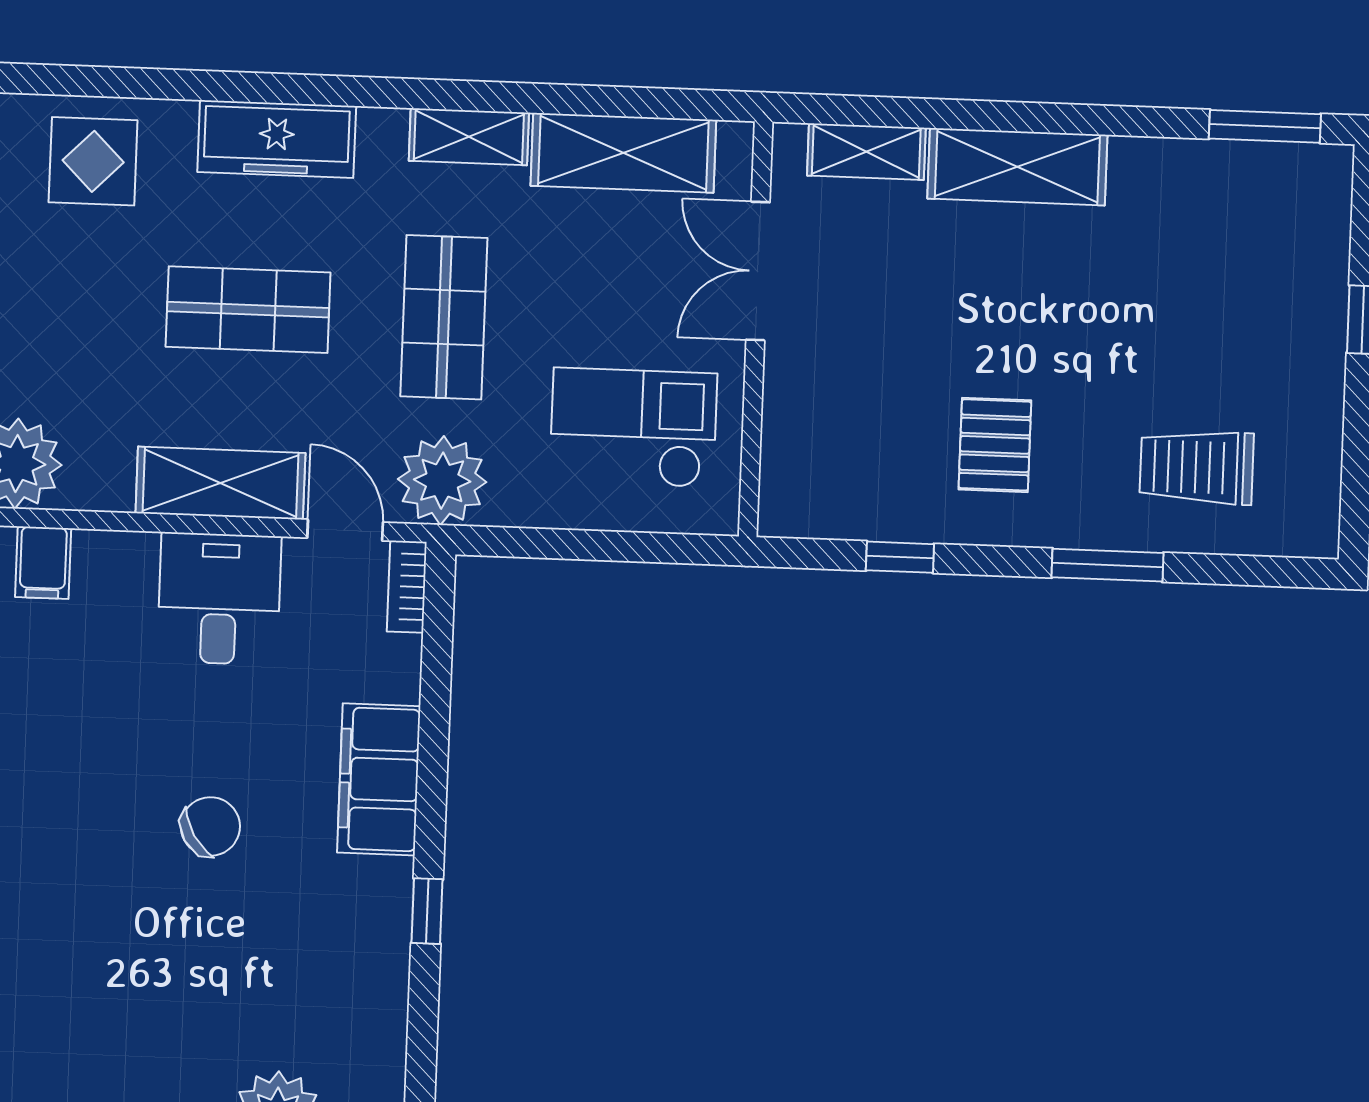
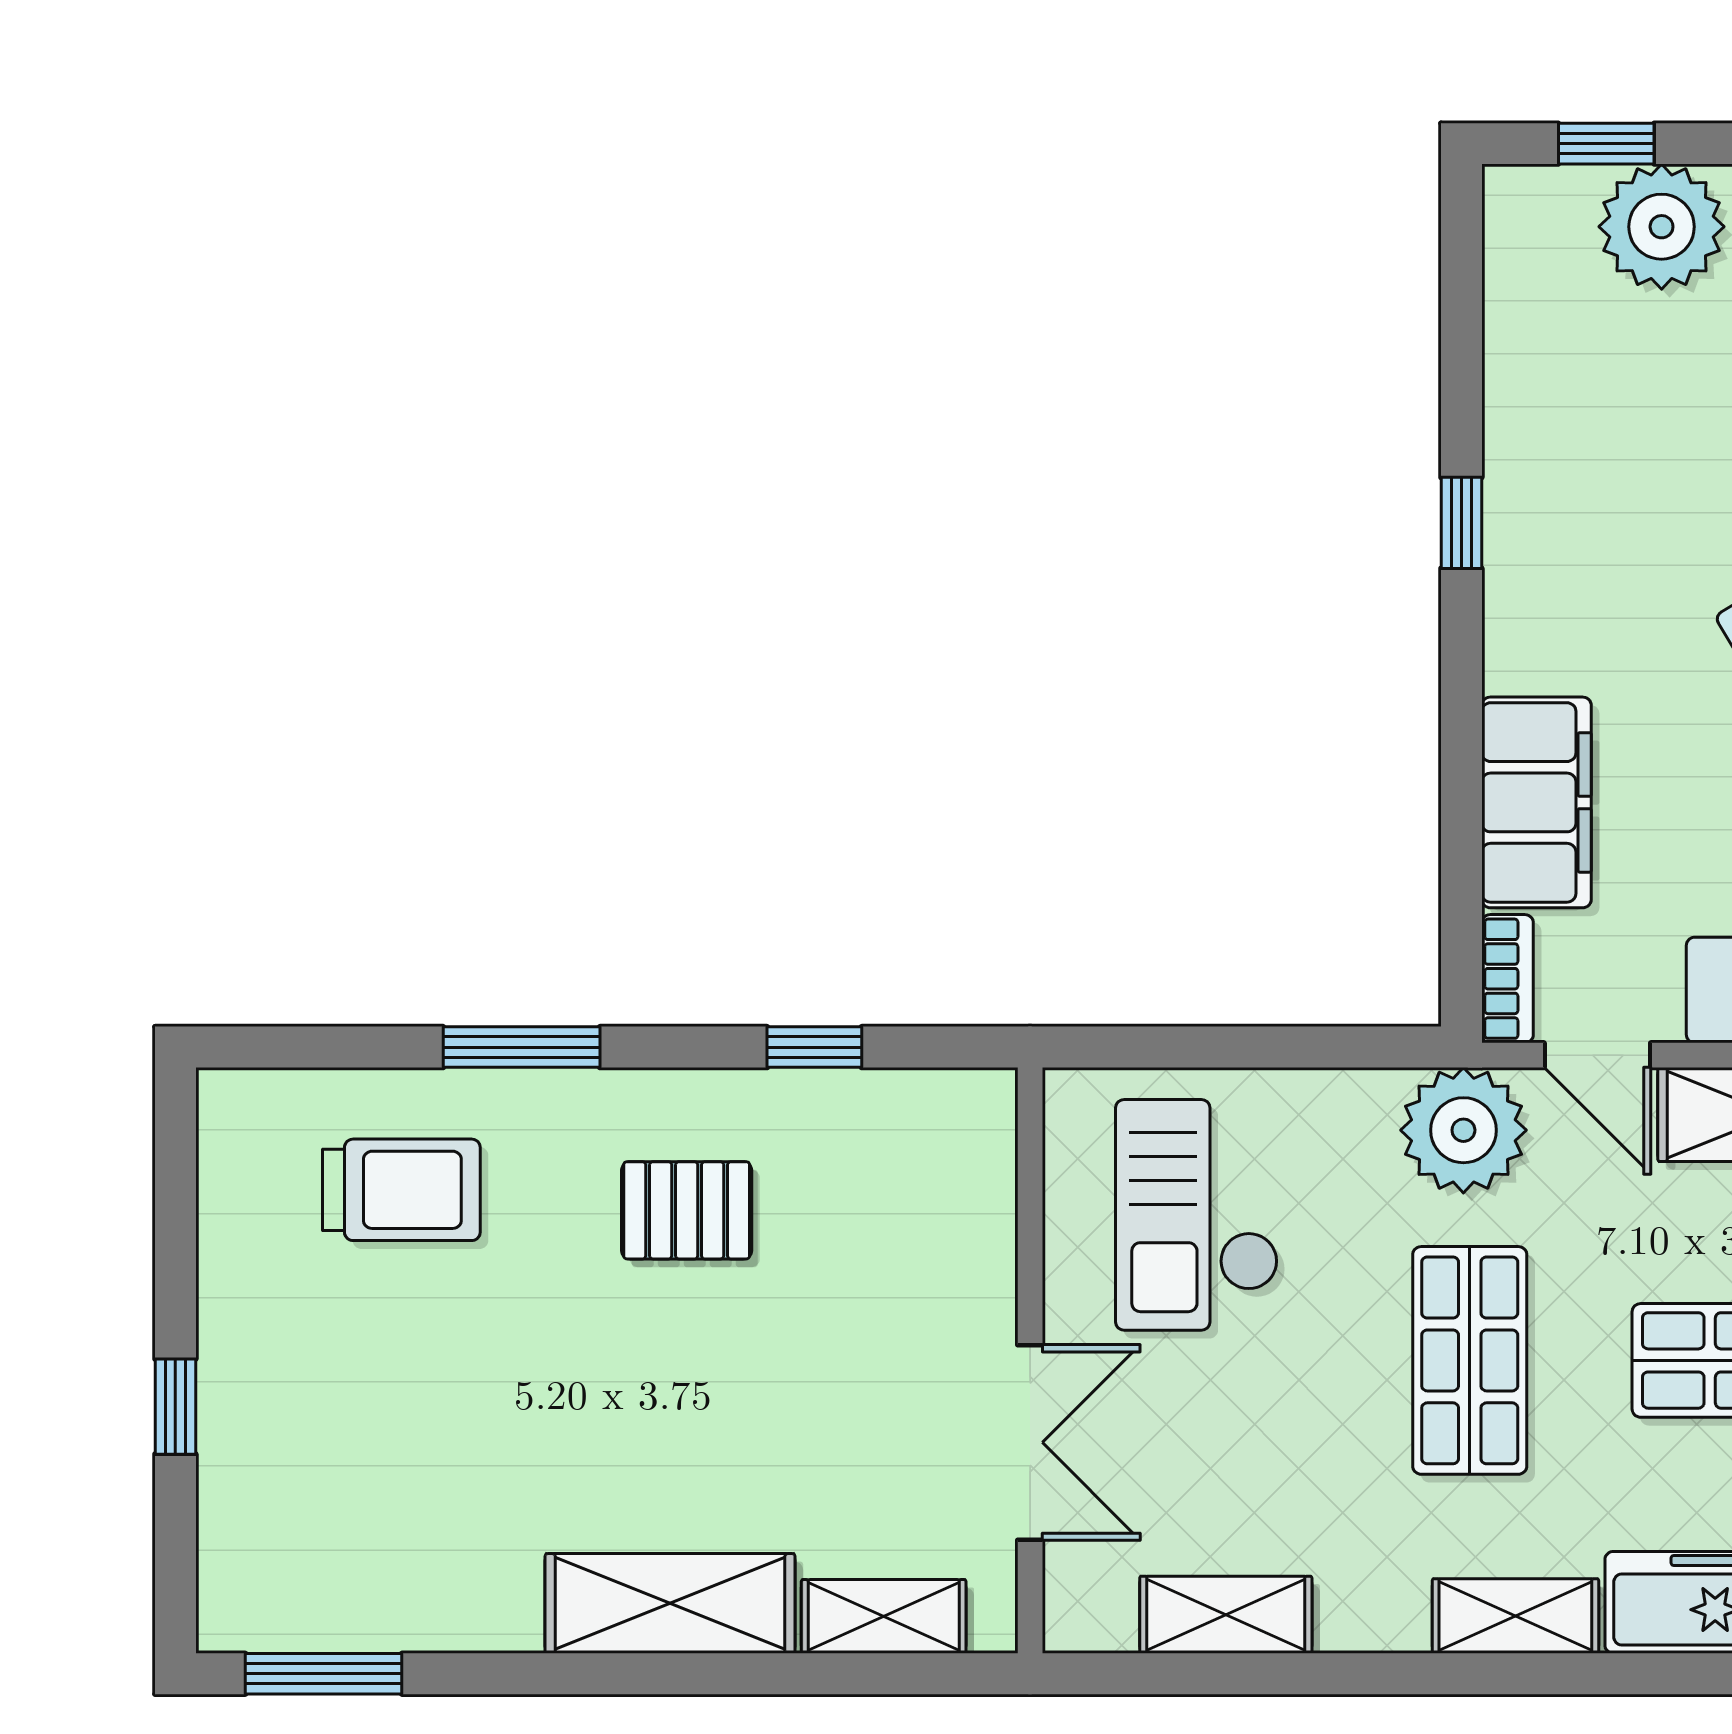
shelving: (469, 137) -> (1515, 1616), moved
shelving: (623, 153) -> (1226, 1615), width x0.67, depth x0.75
checkout: (633, 428) -> (1197, 1215), turned 90
pallet: (995, 445) -> (687, 1210), turned 90
filing cabinet: (379, 779) -> (1536, 802), moved

